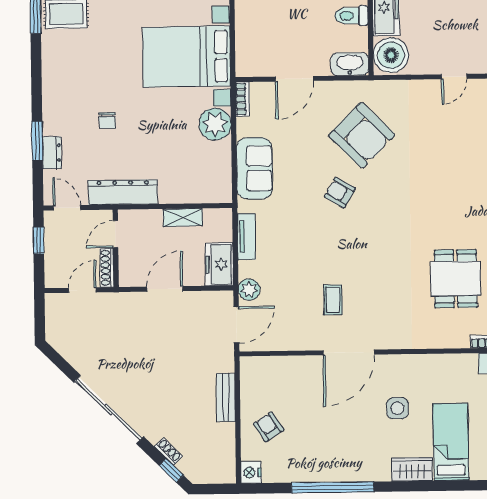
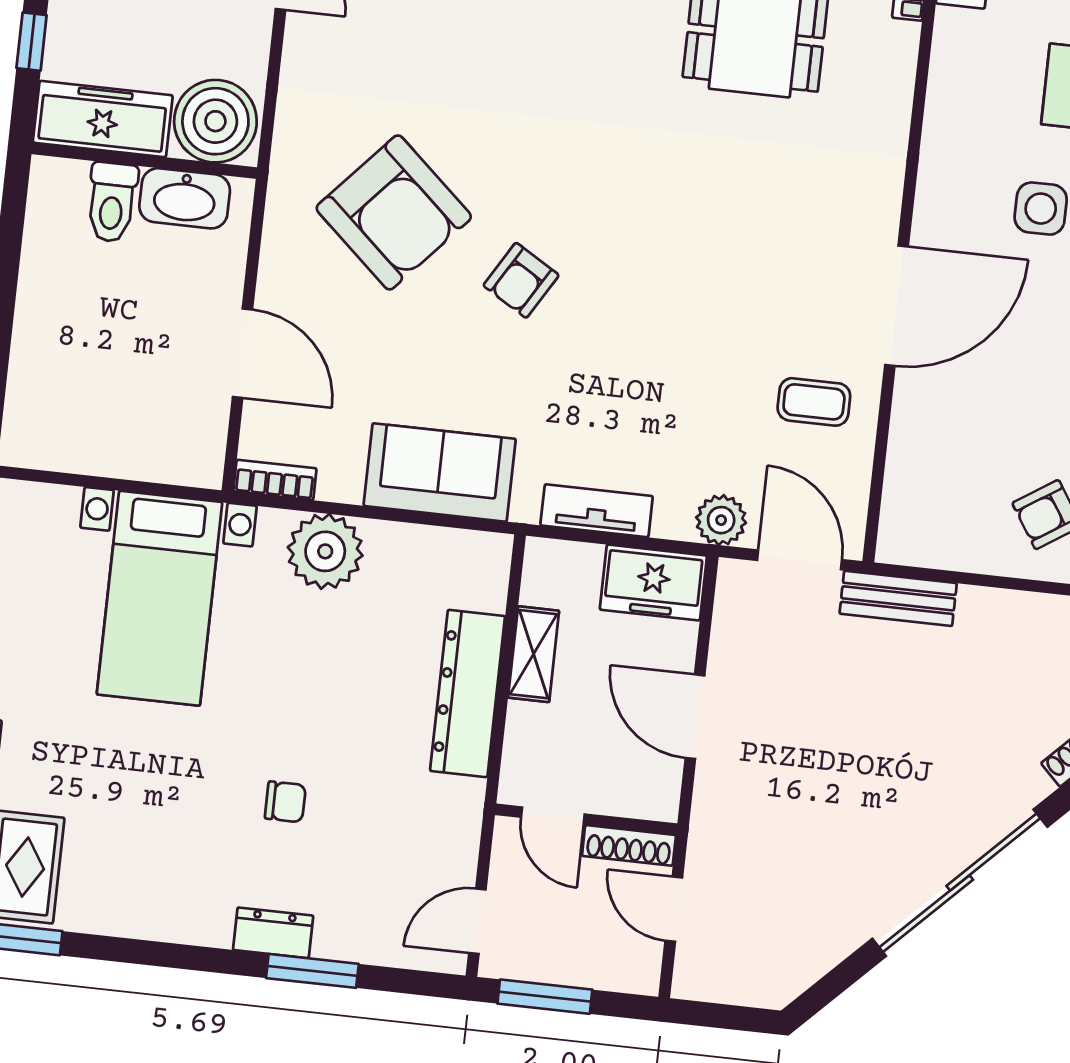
bed with nightstands: (187, 57) -> (160, 598), width x0.73
washbasin: (350, 64) -> (185, 198), moved, turned -90
armchair: (362, 135) -> (394, 212), turned 87
dresser: (52, 153) -> (273, 933), moved
dresser: (123, 192) -> (468, 693), moved
window: (39, 240) -> (545, 997), width x1.50
coffee table: (333, 300) -> (814, 402), moved
door: (349, 352) -> (897, 306), hinge flipped
bench: (226, 397) -> (898, 598), moved

